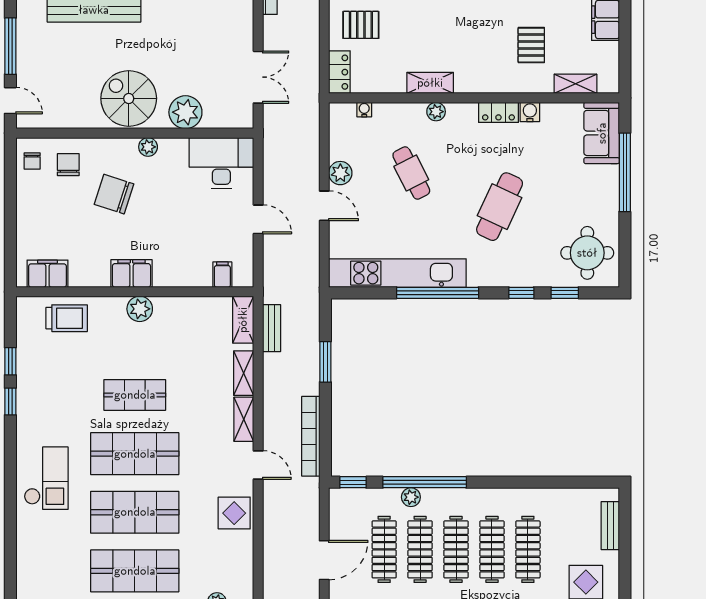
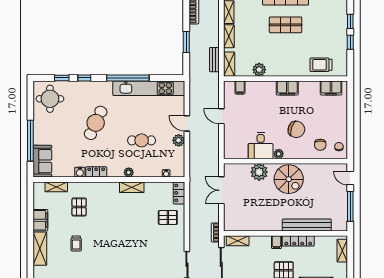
desk: (221, 163) -> (261, 146), moved, width x0.73
cafe table: (411, 173) -> (142, 140), turned -63
plant: (140, 309) -> (259, 70), moved

